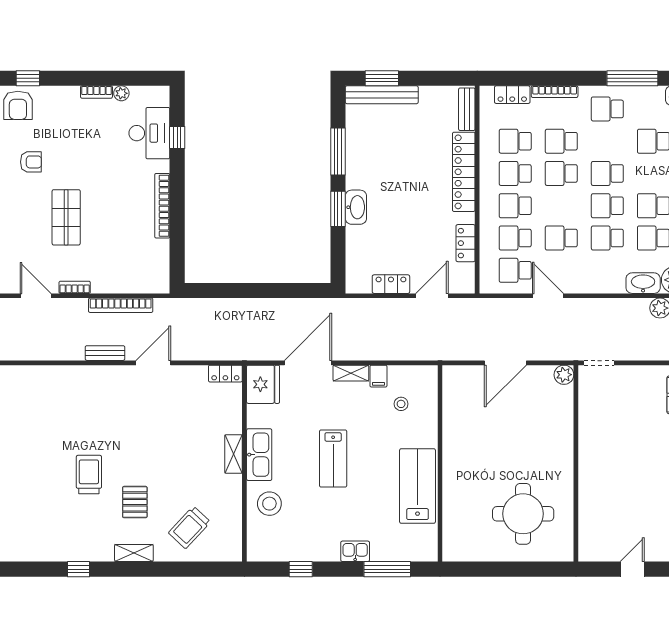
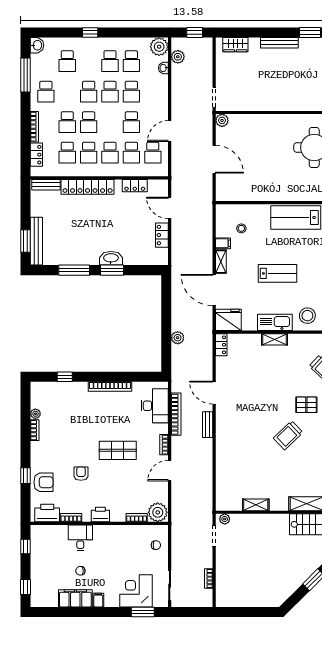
desk: (149, 133) -> (155, 406), moved, turned 90
washbasin: (643, 283) -> (163, 68), width x0.52, depth x0.69
plant: (236, 308) -> (178, 338), added
trolley: (89, 475) -> (288, 435), turned -44

